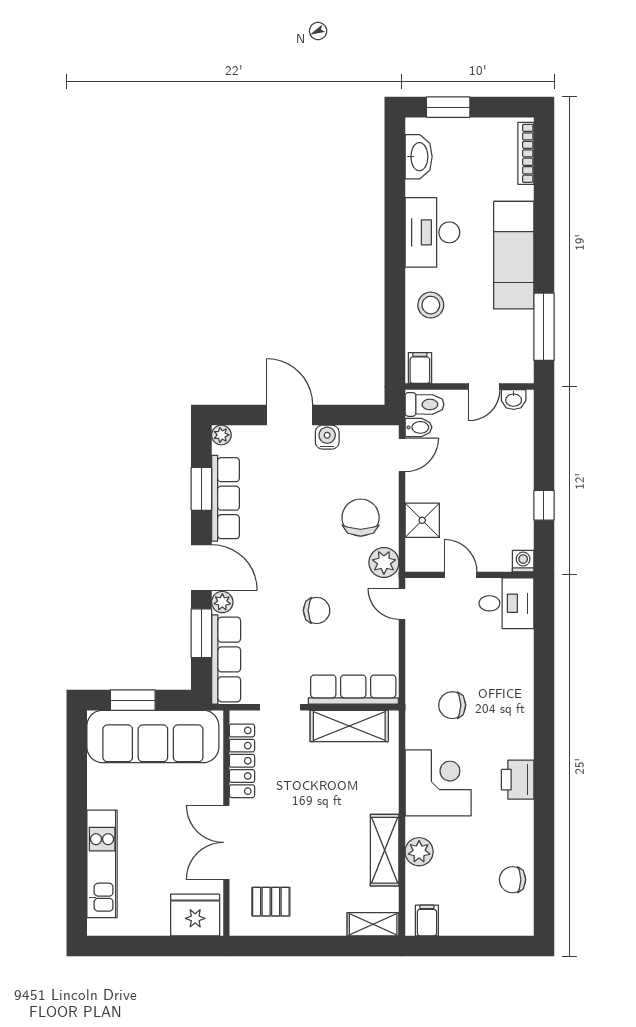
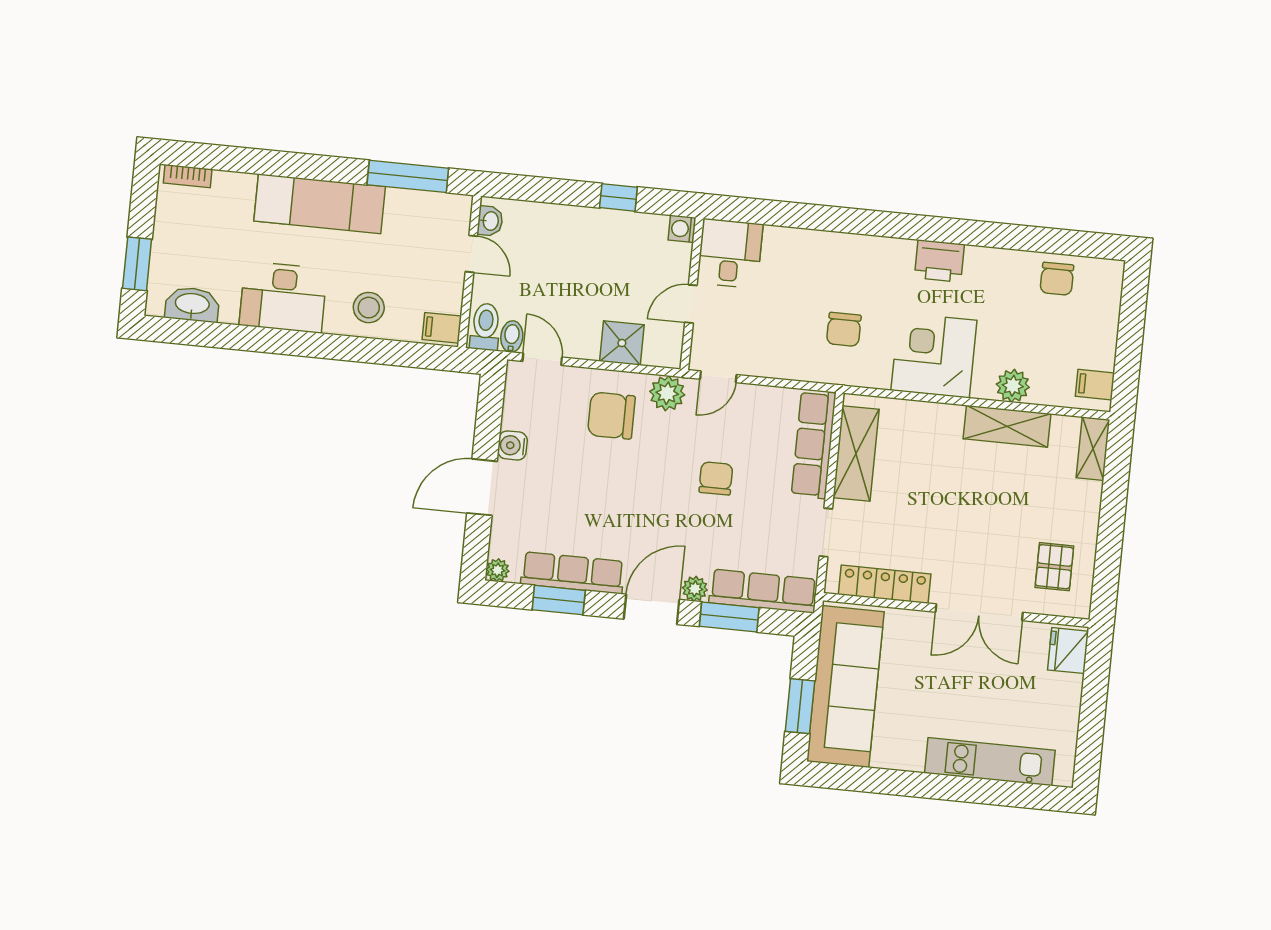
bookcase: (526, 153) -> (188, 176), width x0.64
fridge: (195, 915) -> (1068, 651), width x0.73, depth x0.75

